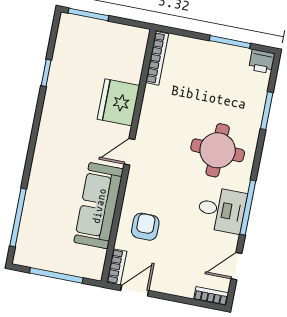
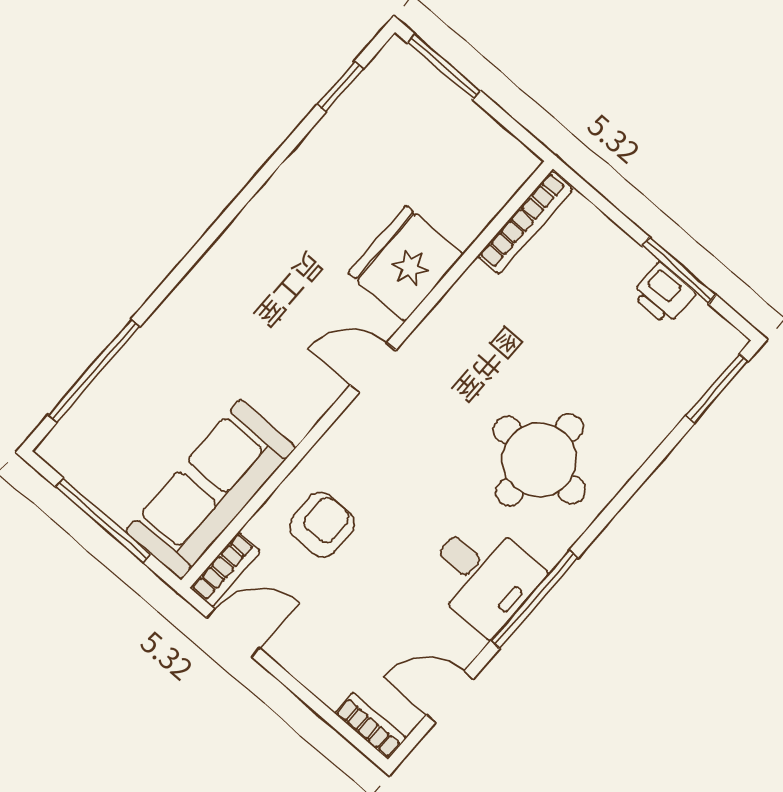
printer: (262, 61) -> (663, 294), moved
window: (46, 73) -> (340, 87), moved
window: (267, 111) -> (717, 388), moved
sofa: (99, 206) -> (211, 489), moved

